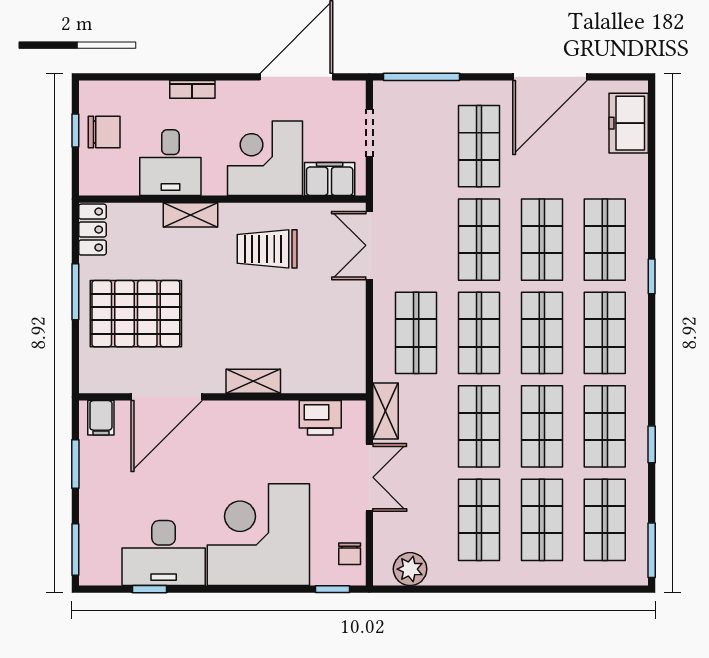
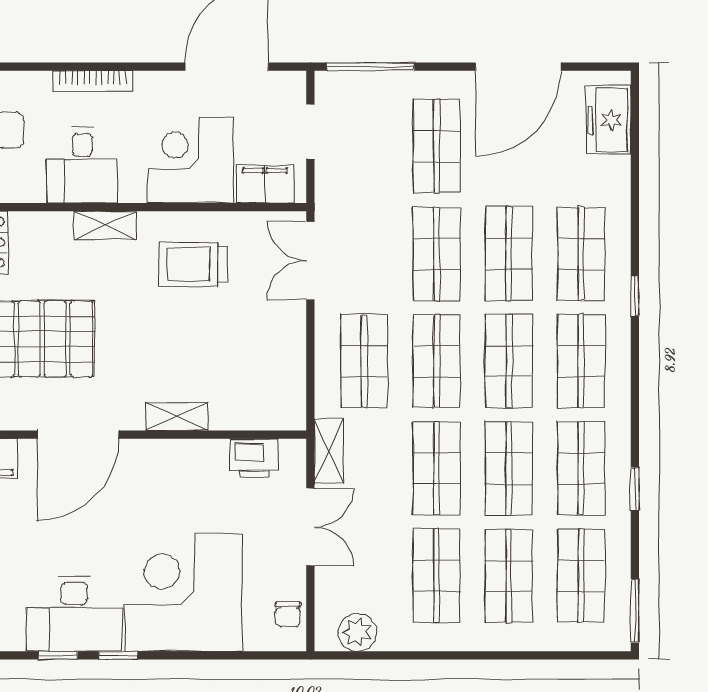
bookcase: (192, 89) -> (93, 81), width x1.56
window: (332, 589) -> (118, 655), moved

